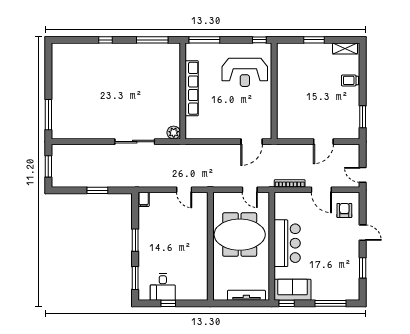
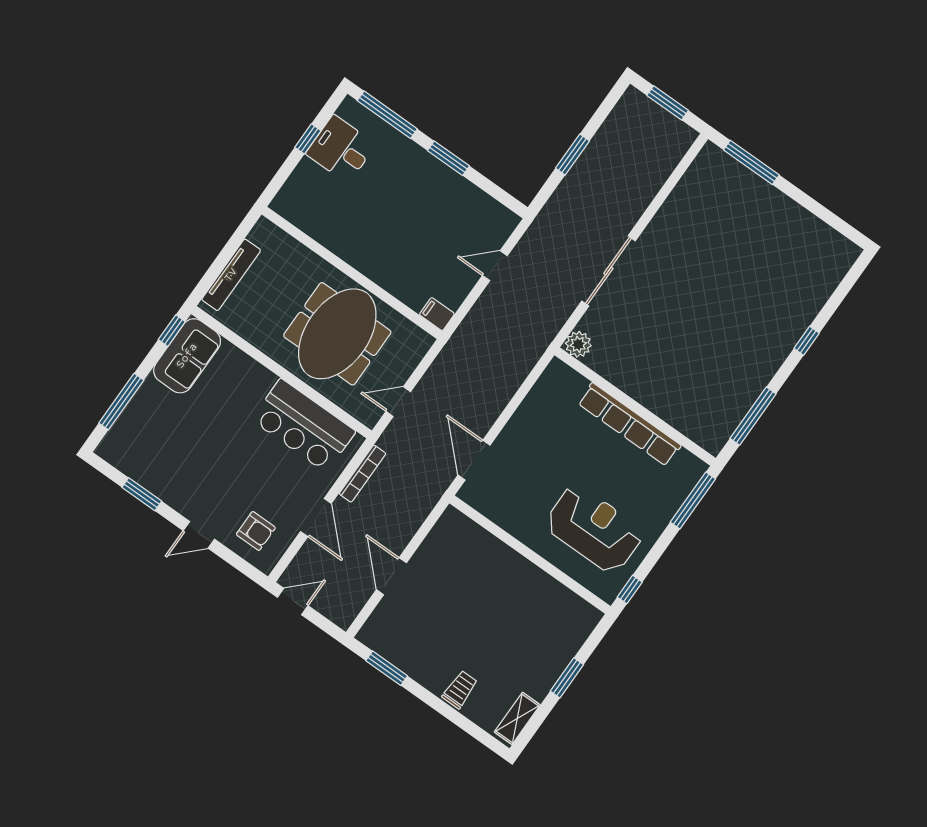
reception desk: (245, 72) -> (594, 529), turned 90
door: (184, 190) -> (495, 266), moved
door: (321, 190) -> (316, 518), swing flipped
filing cabinet: (144, 199) -> (437, 314), moved
bar counter: (287, 243) -> (303, 425), moved
window: (135, 278) -> (387, 115), width x1.44

